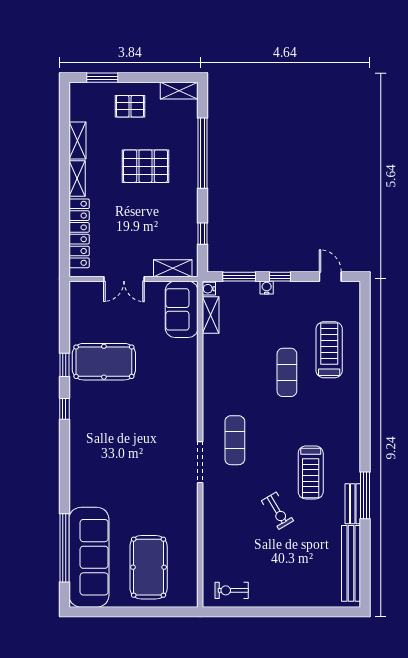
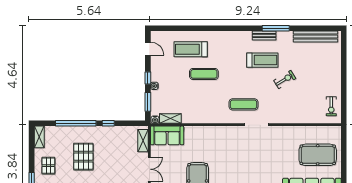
window: (203, 234) -> (108, 123), moved
door: (330, 277) -> (148, 49), swing flipped
bench: (353, 504) -> (264, 36), moved

